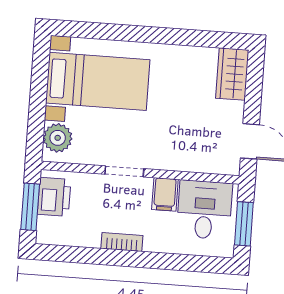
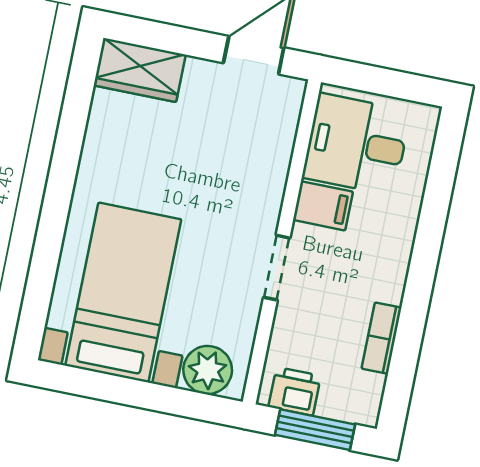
printer: (54, 197) -> (295, 391), width x0.73, depth x0.81
window: (244, 224) -> (388, 82), removed
bookcase: (122, 242) -> (381, 338), moved

